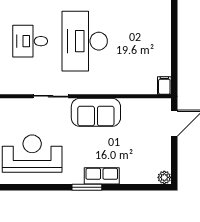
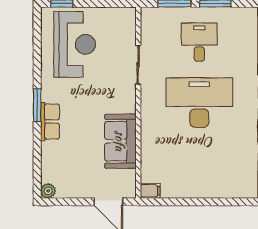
sofa: (96, 112) -> (120, 141), moved

